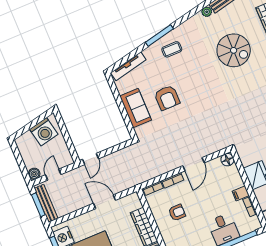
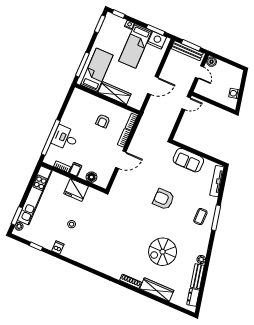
armchair: (167, 98) -> (164, 199), moved
washing machine: (44, 132) -> (234, 93), width x0.53, depth x0.53
door: (90, 159) -> (186, 103), swing flipped
floor lamp: (227, 160) -> (91, 177), moved
door: (194, 164) -> (121, 160), swing flipped

